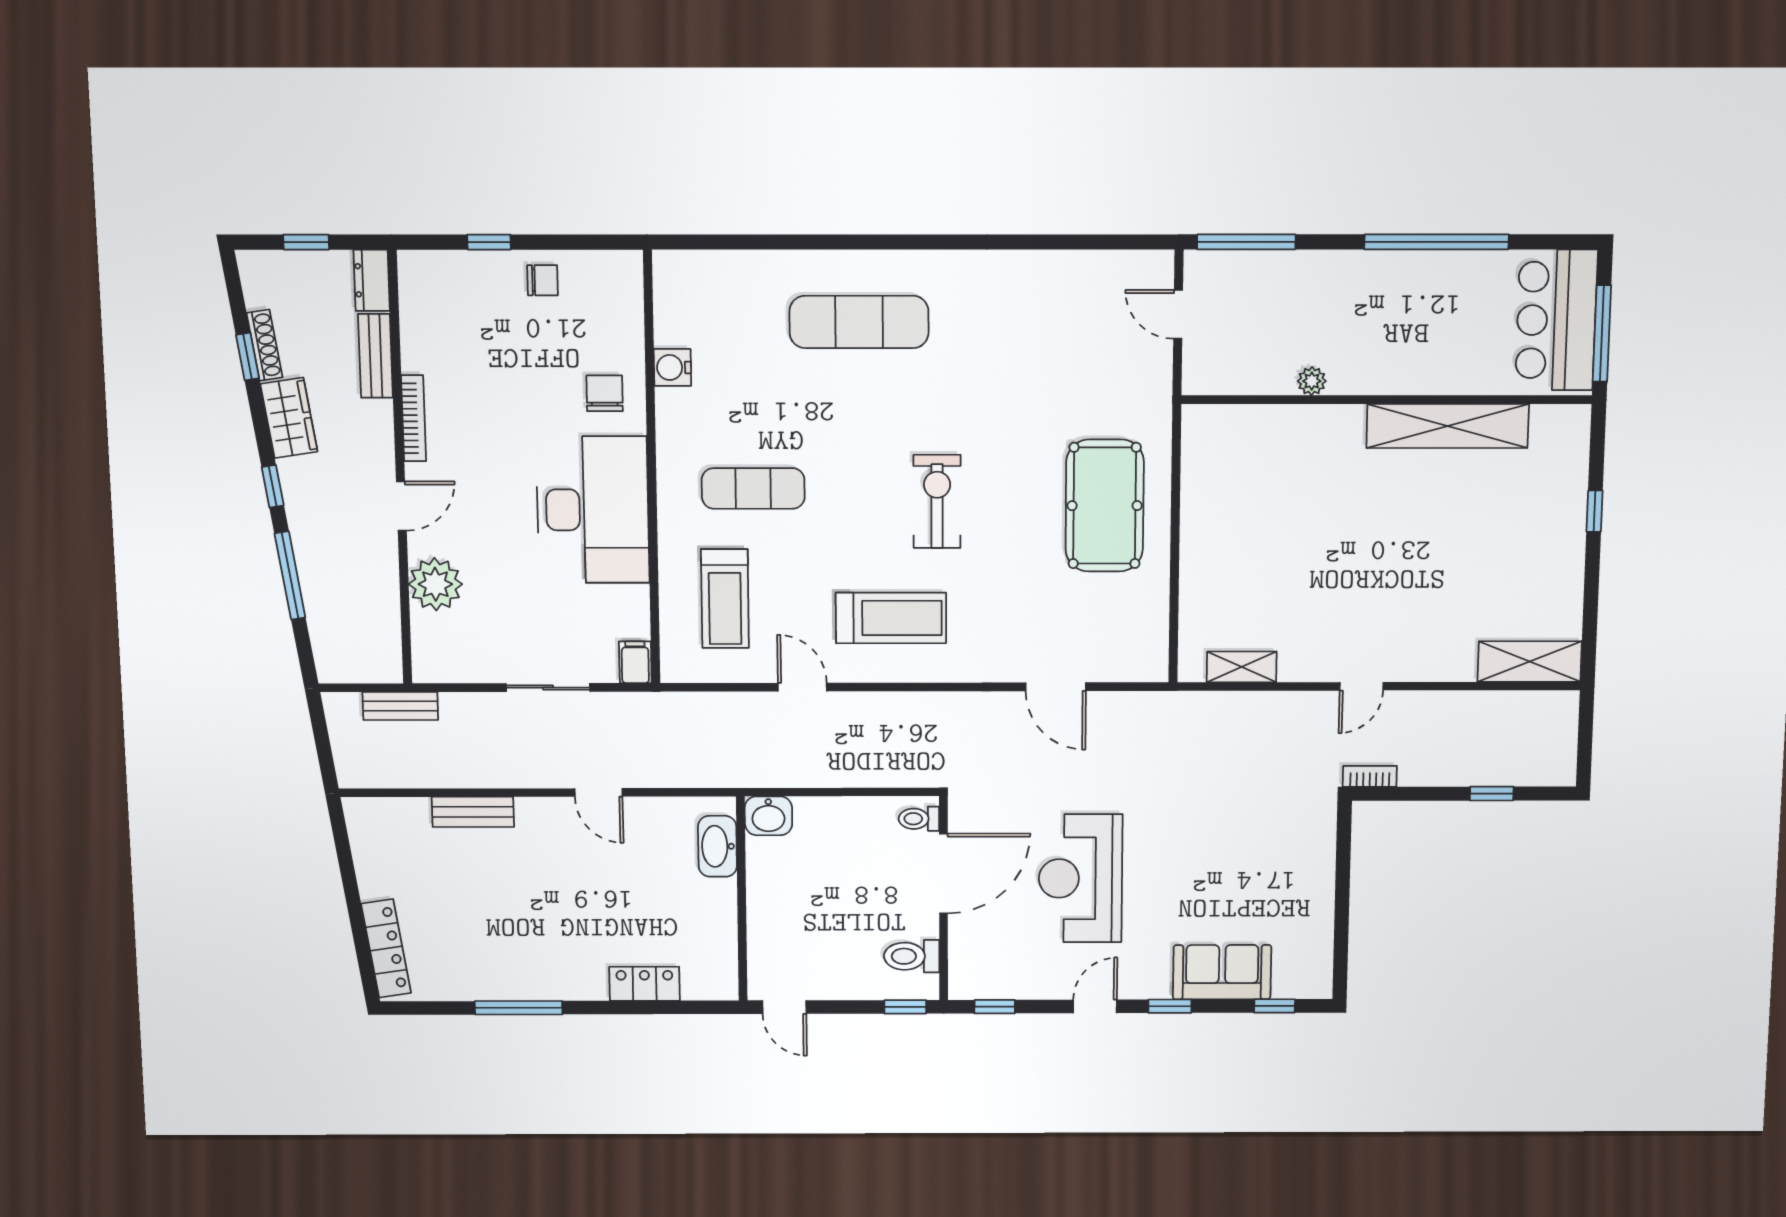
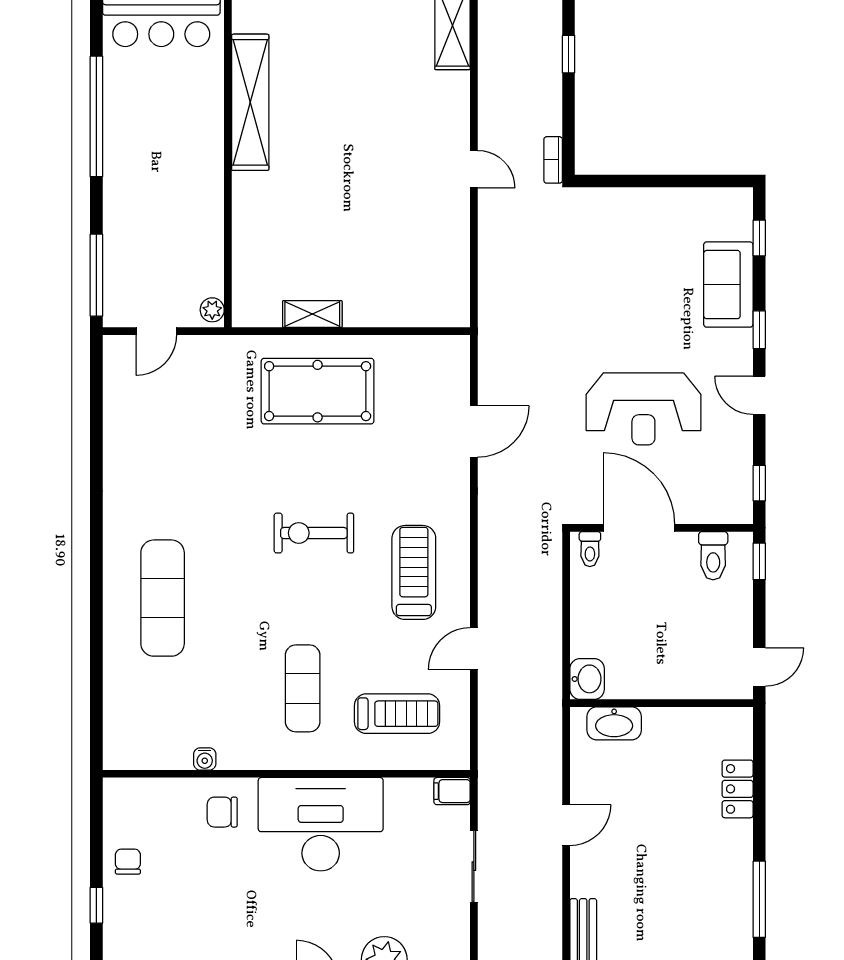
water cooler: (673, 367) -> (205, 759), width x0.72, depth x0.72
plant: (1312, 381) -> (212, 310), moved
shelving: (1242, 667) -> (312, 314), moved, turned 90

